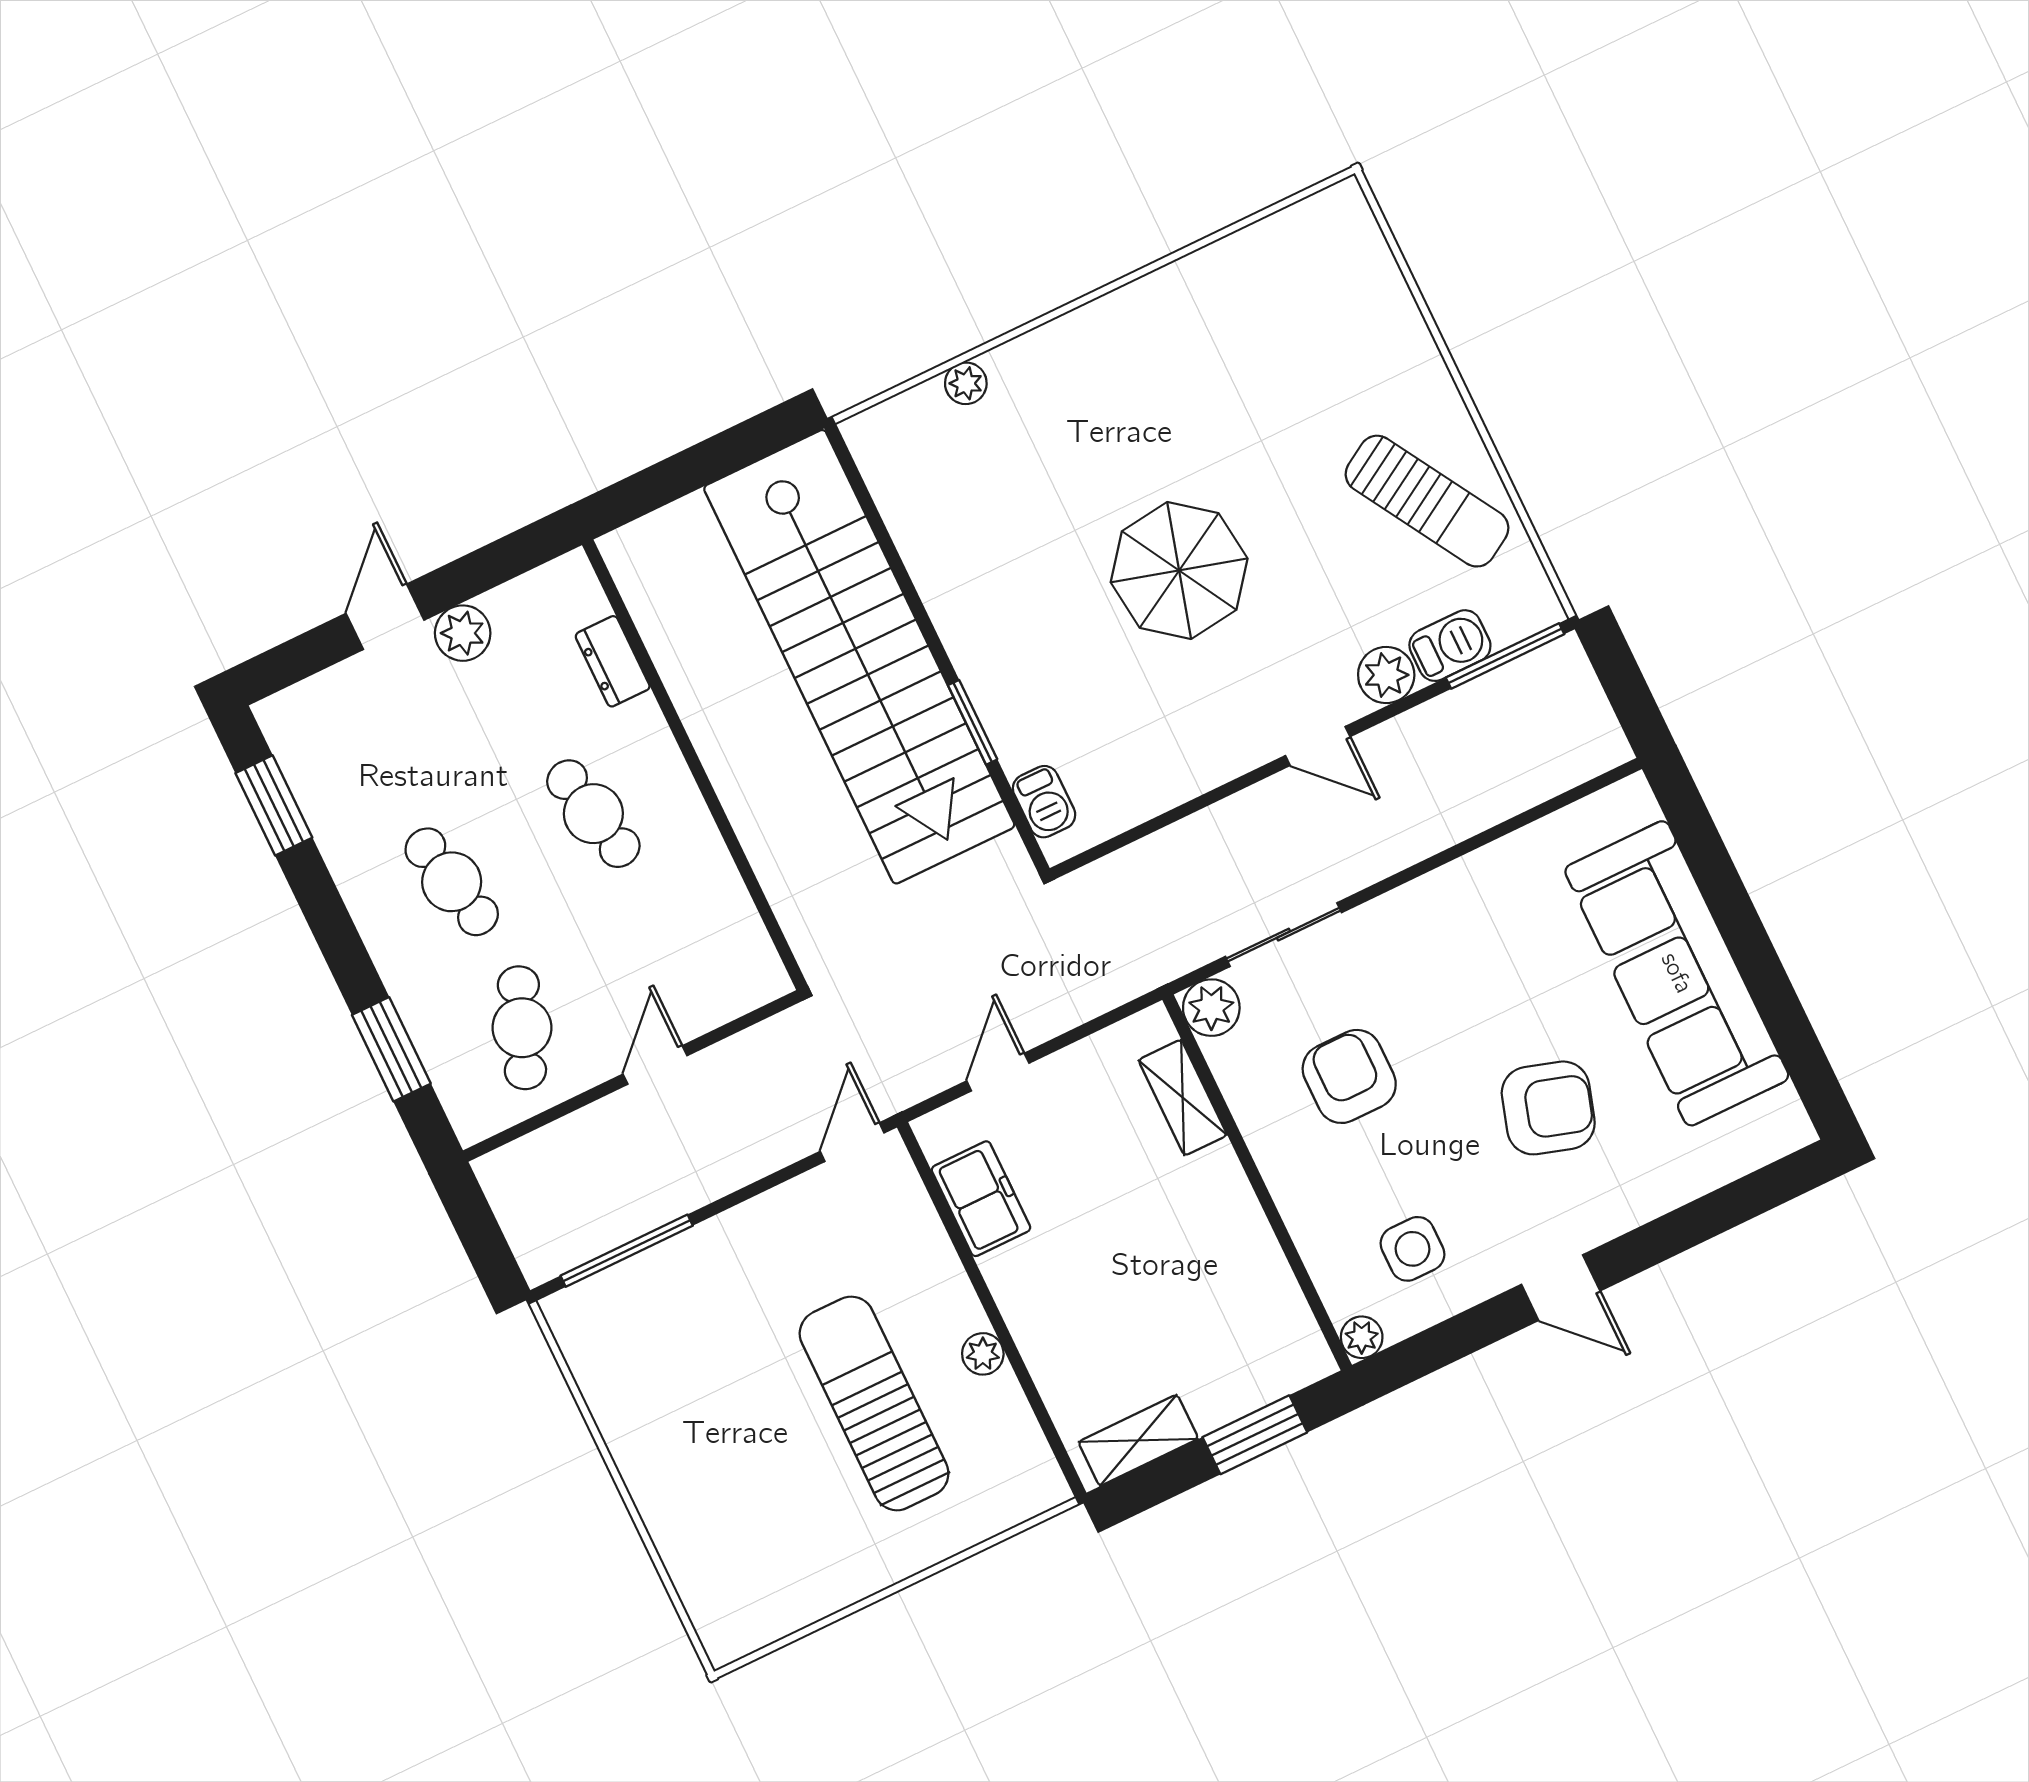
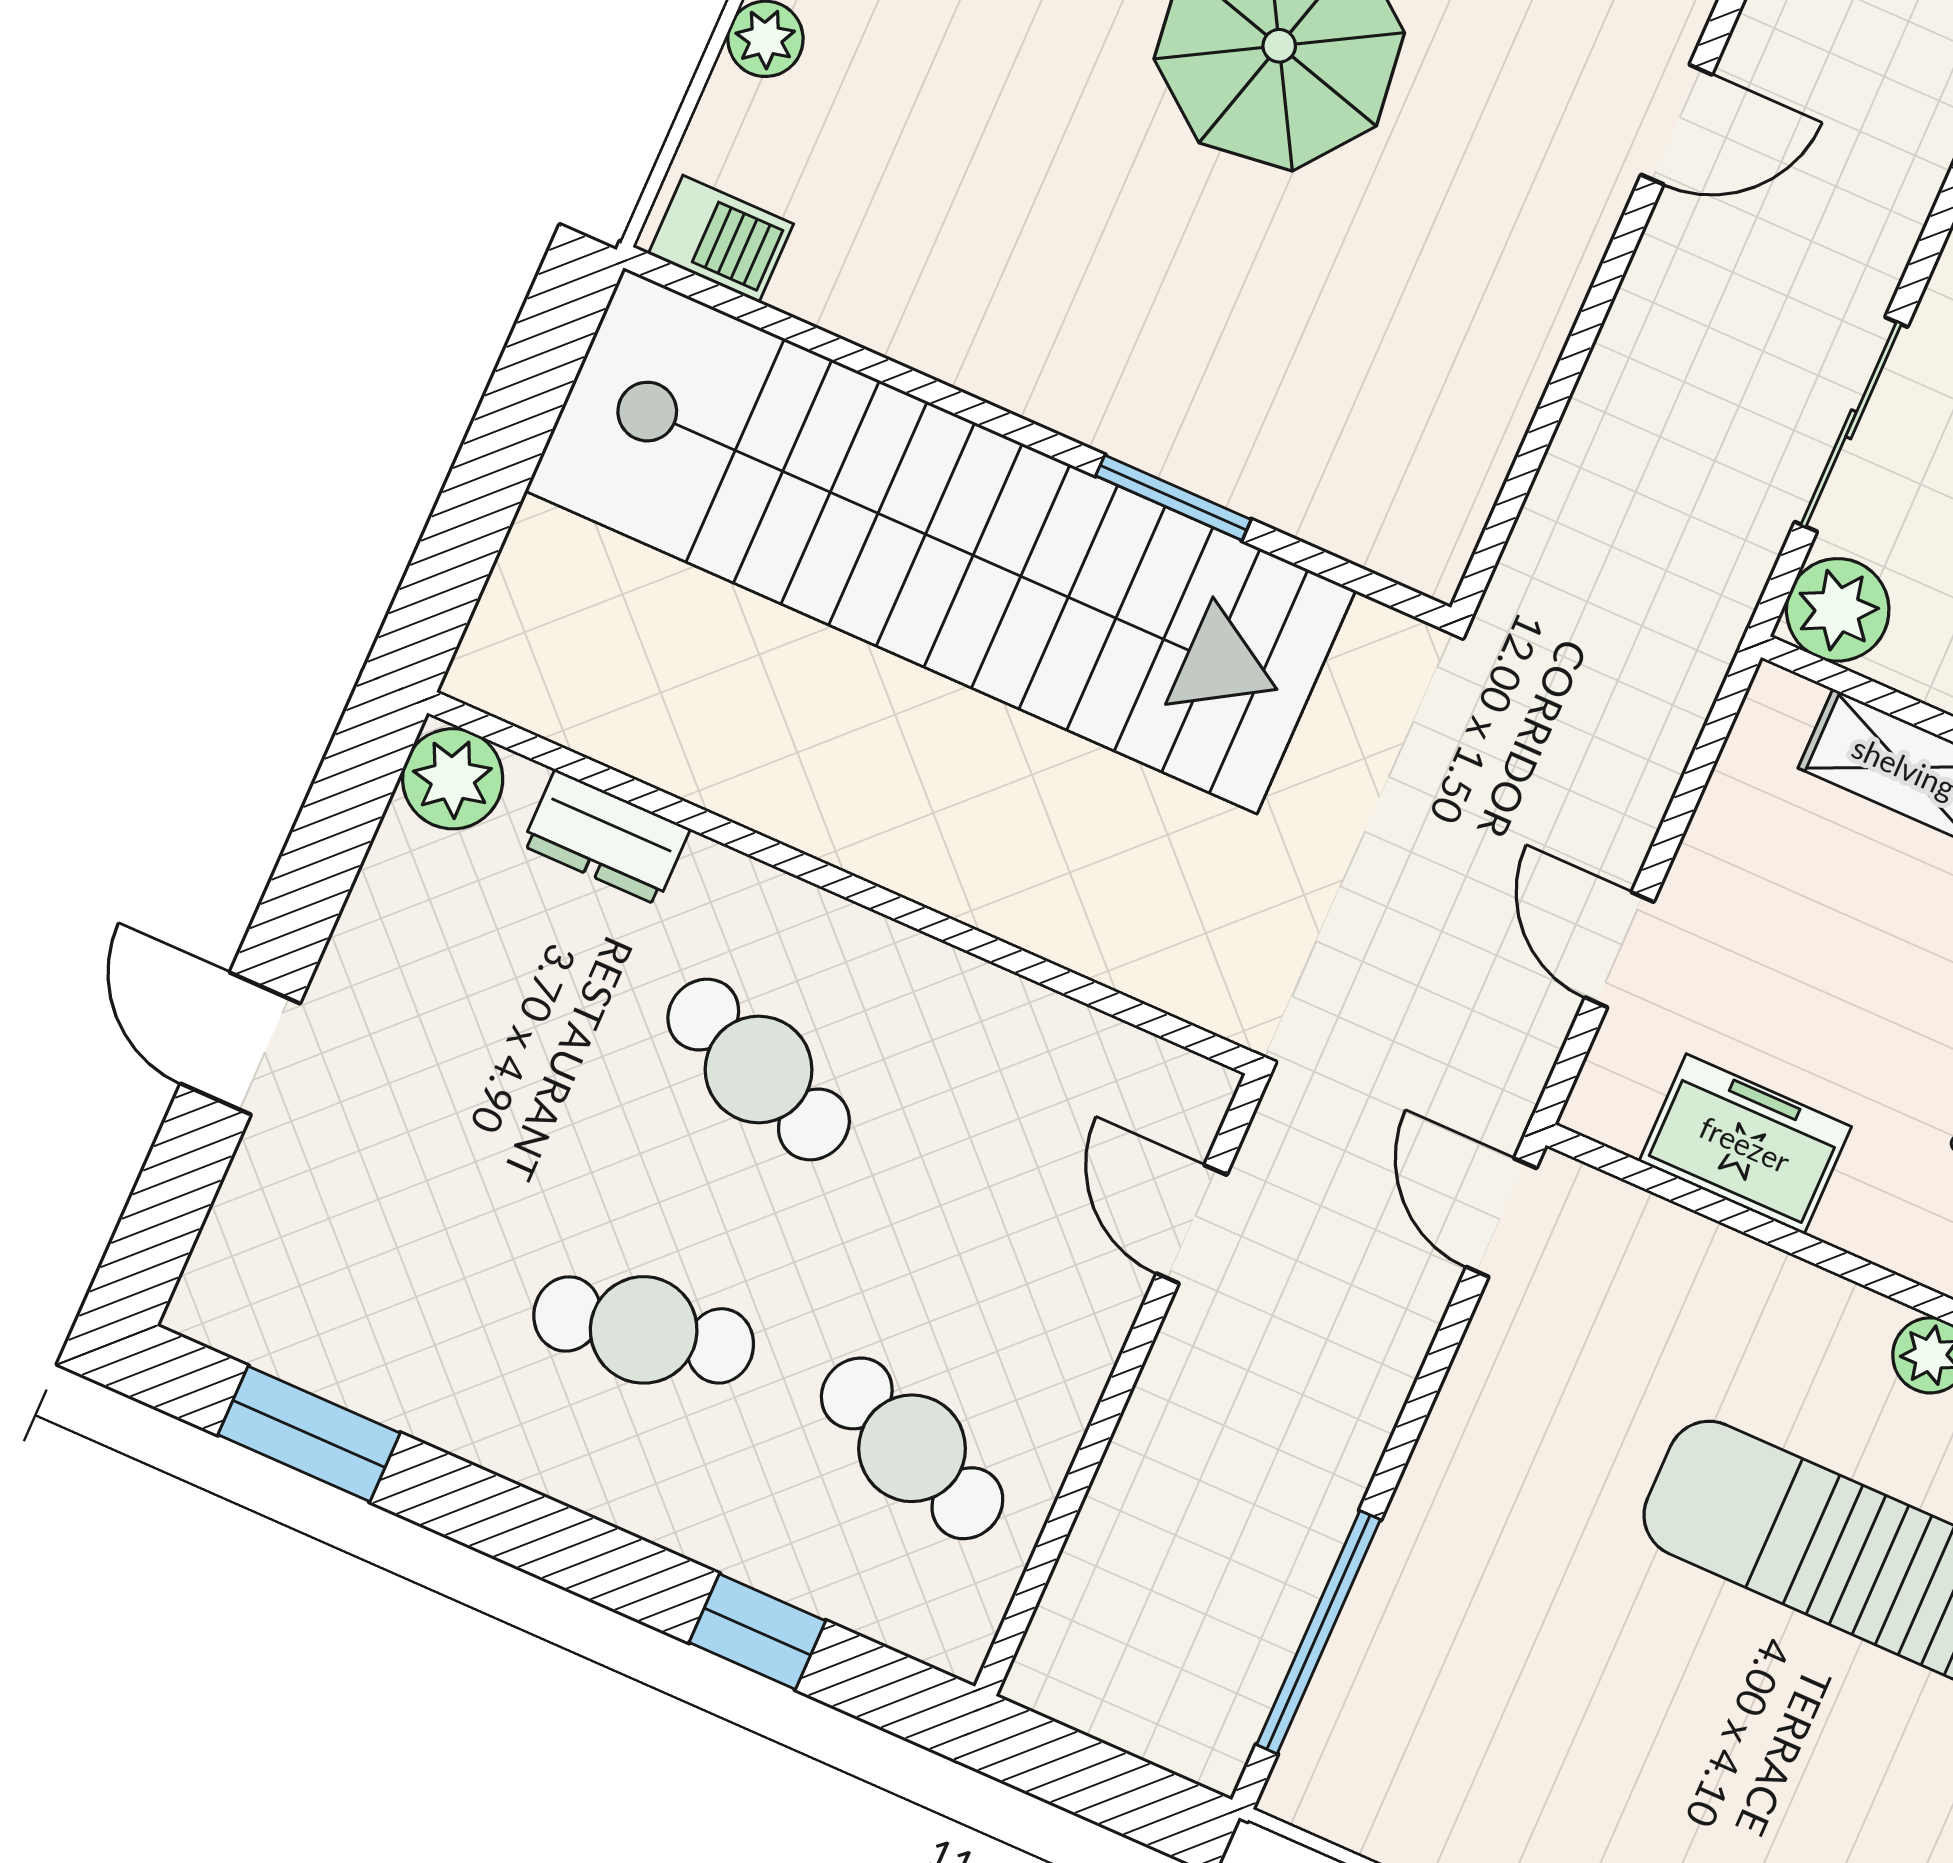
plant: (463, 633) -> (453, 779), moved
barbecue: (1044, 802) -> (721, 239), moved
cafe table: (593, 814) -> (759, 1069), turned 33
window: (391, 1049) -> (757, 1632), width x0.67
door: (655, 1065) -> (1192, 1224), moved

